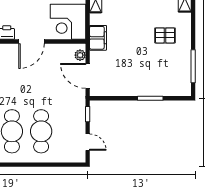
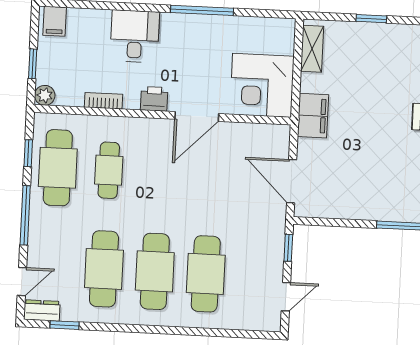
plant: (80, 55) -> (280, 144), removed
door: (88, 142) -> (286, 297), hinge flipped

